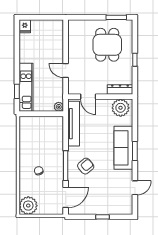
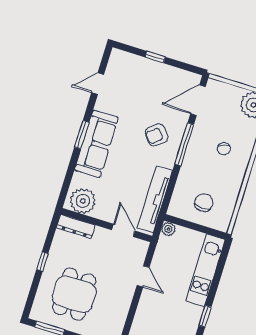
window: (17, 91) -> (205, 316), moved
chair: (41, 131) -> (204, 203), added

